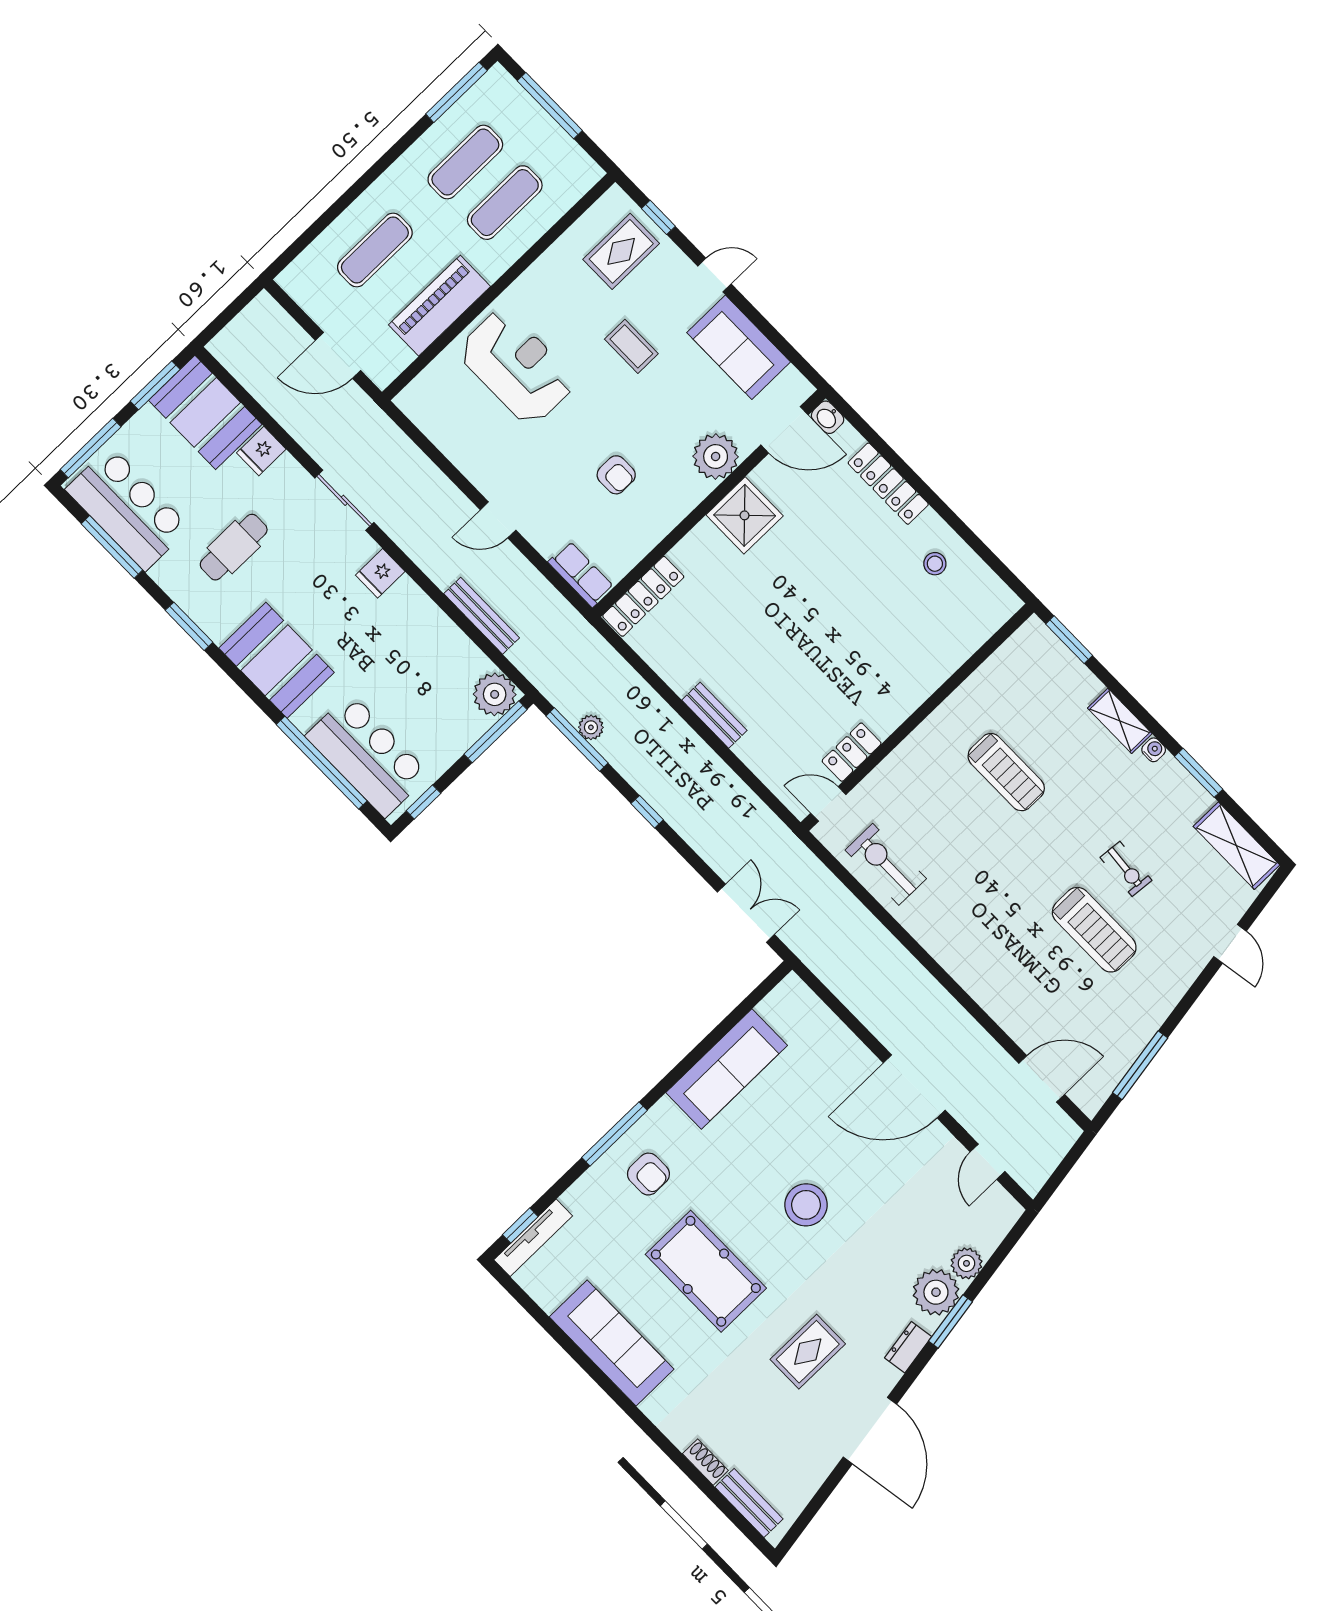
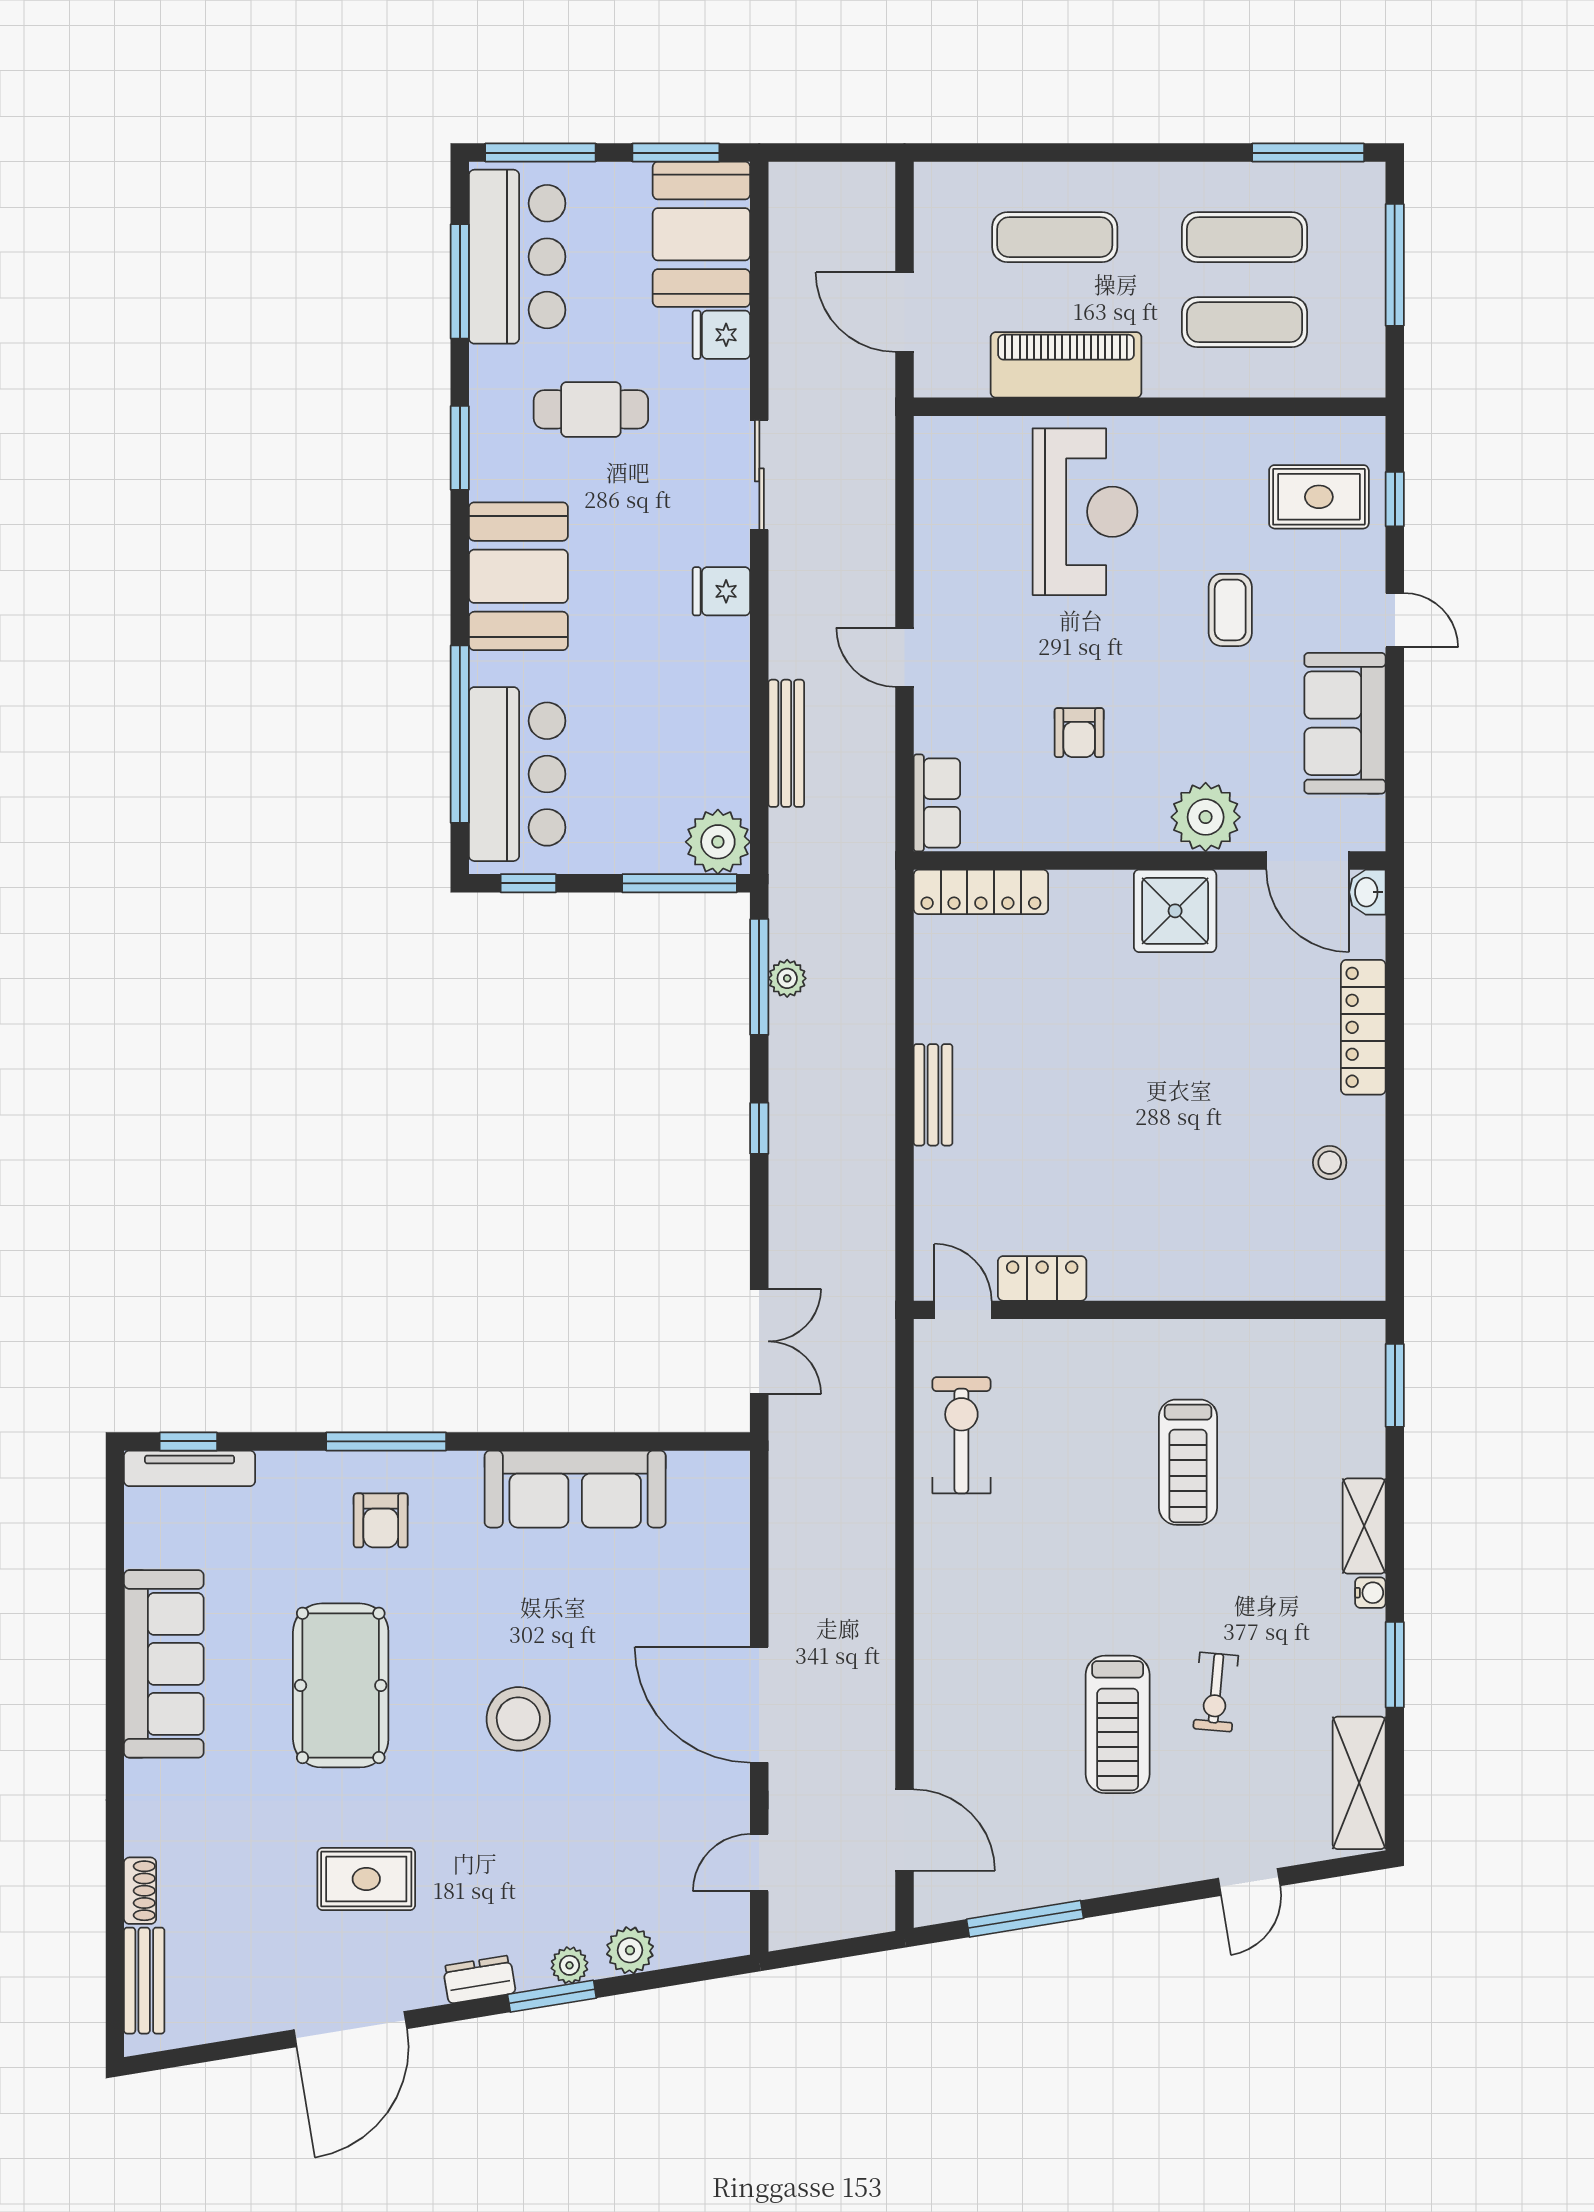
plant: (936, 1292) -> (570, 1965), width x0.53, depth x0.53

